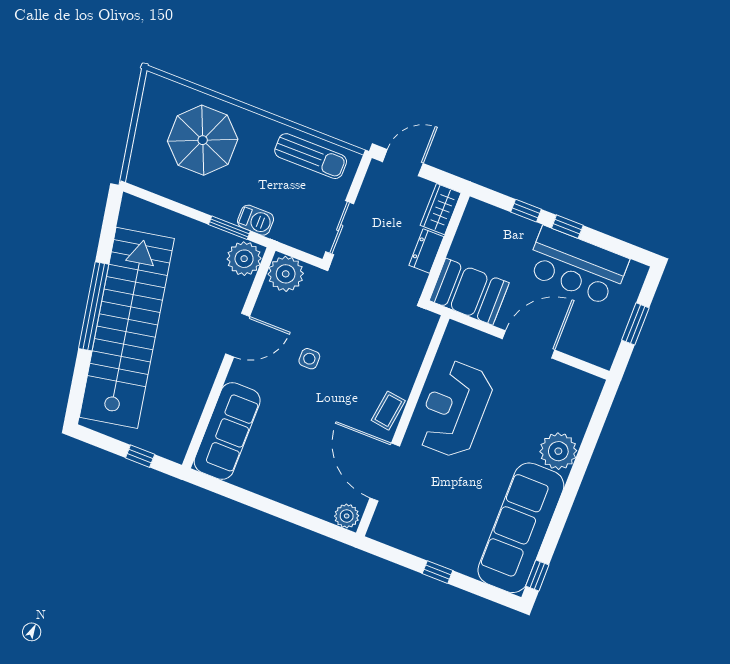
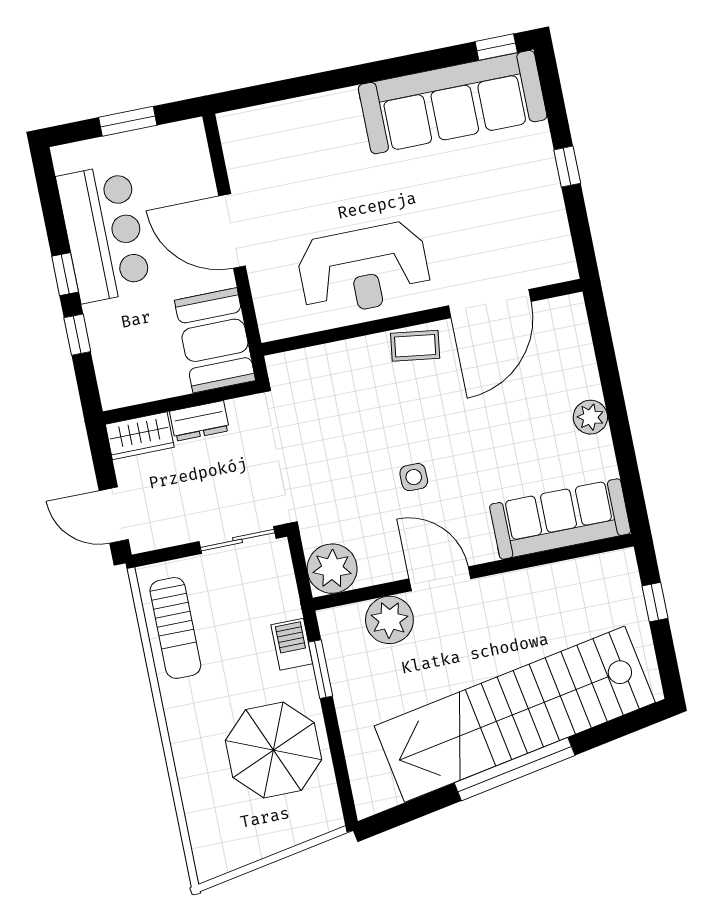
parasol: (203, 140) -> (274, 750), moved
sun lounger: (311, 156) -> (175, 628), turned 180
plant: (244, 259) -> (389, 620), moved
plant: (558, 451) -> (335, 116), removed
plant: (347, 516) -> (590, 417), moved

